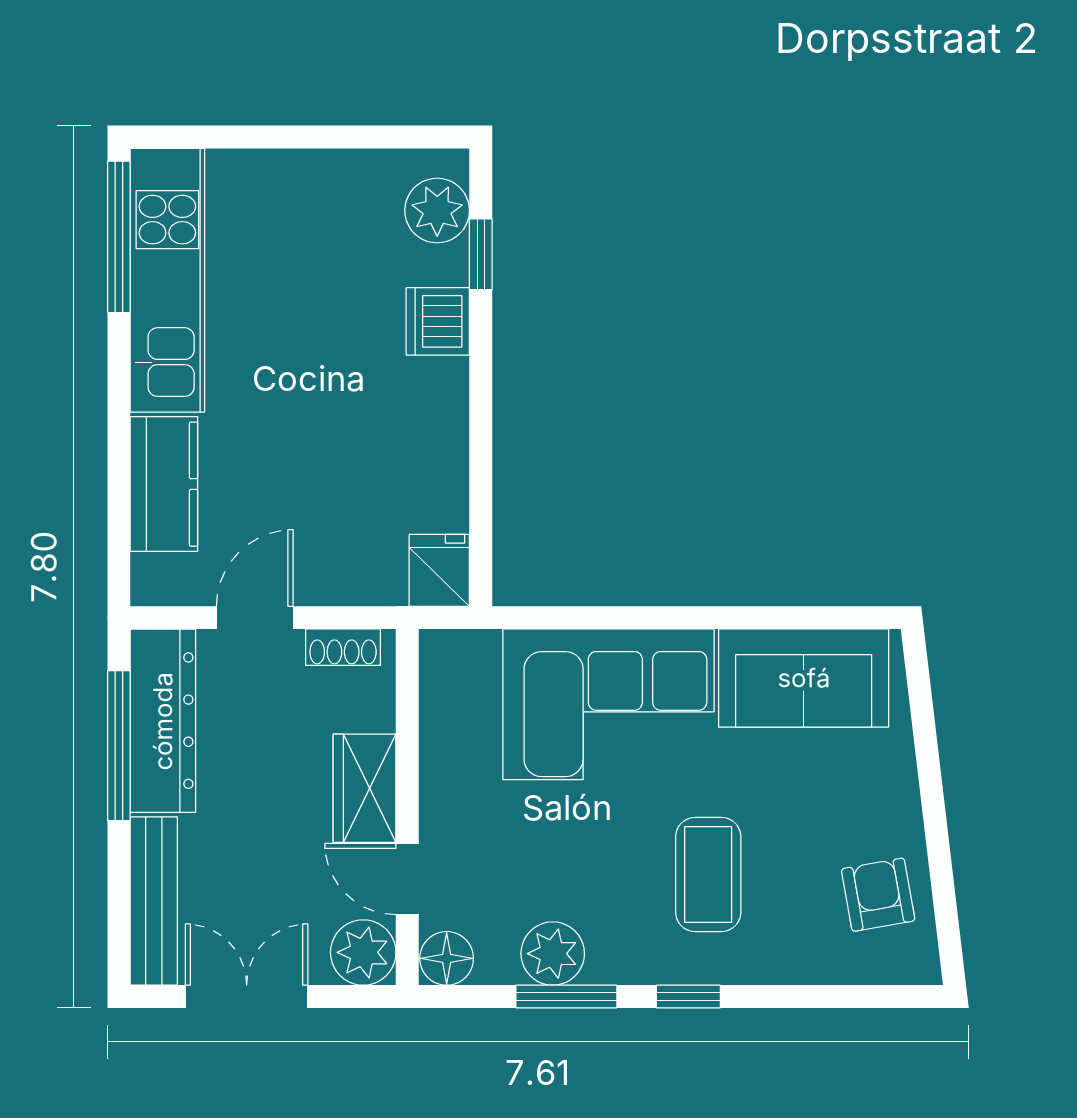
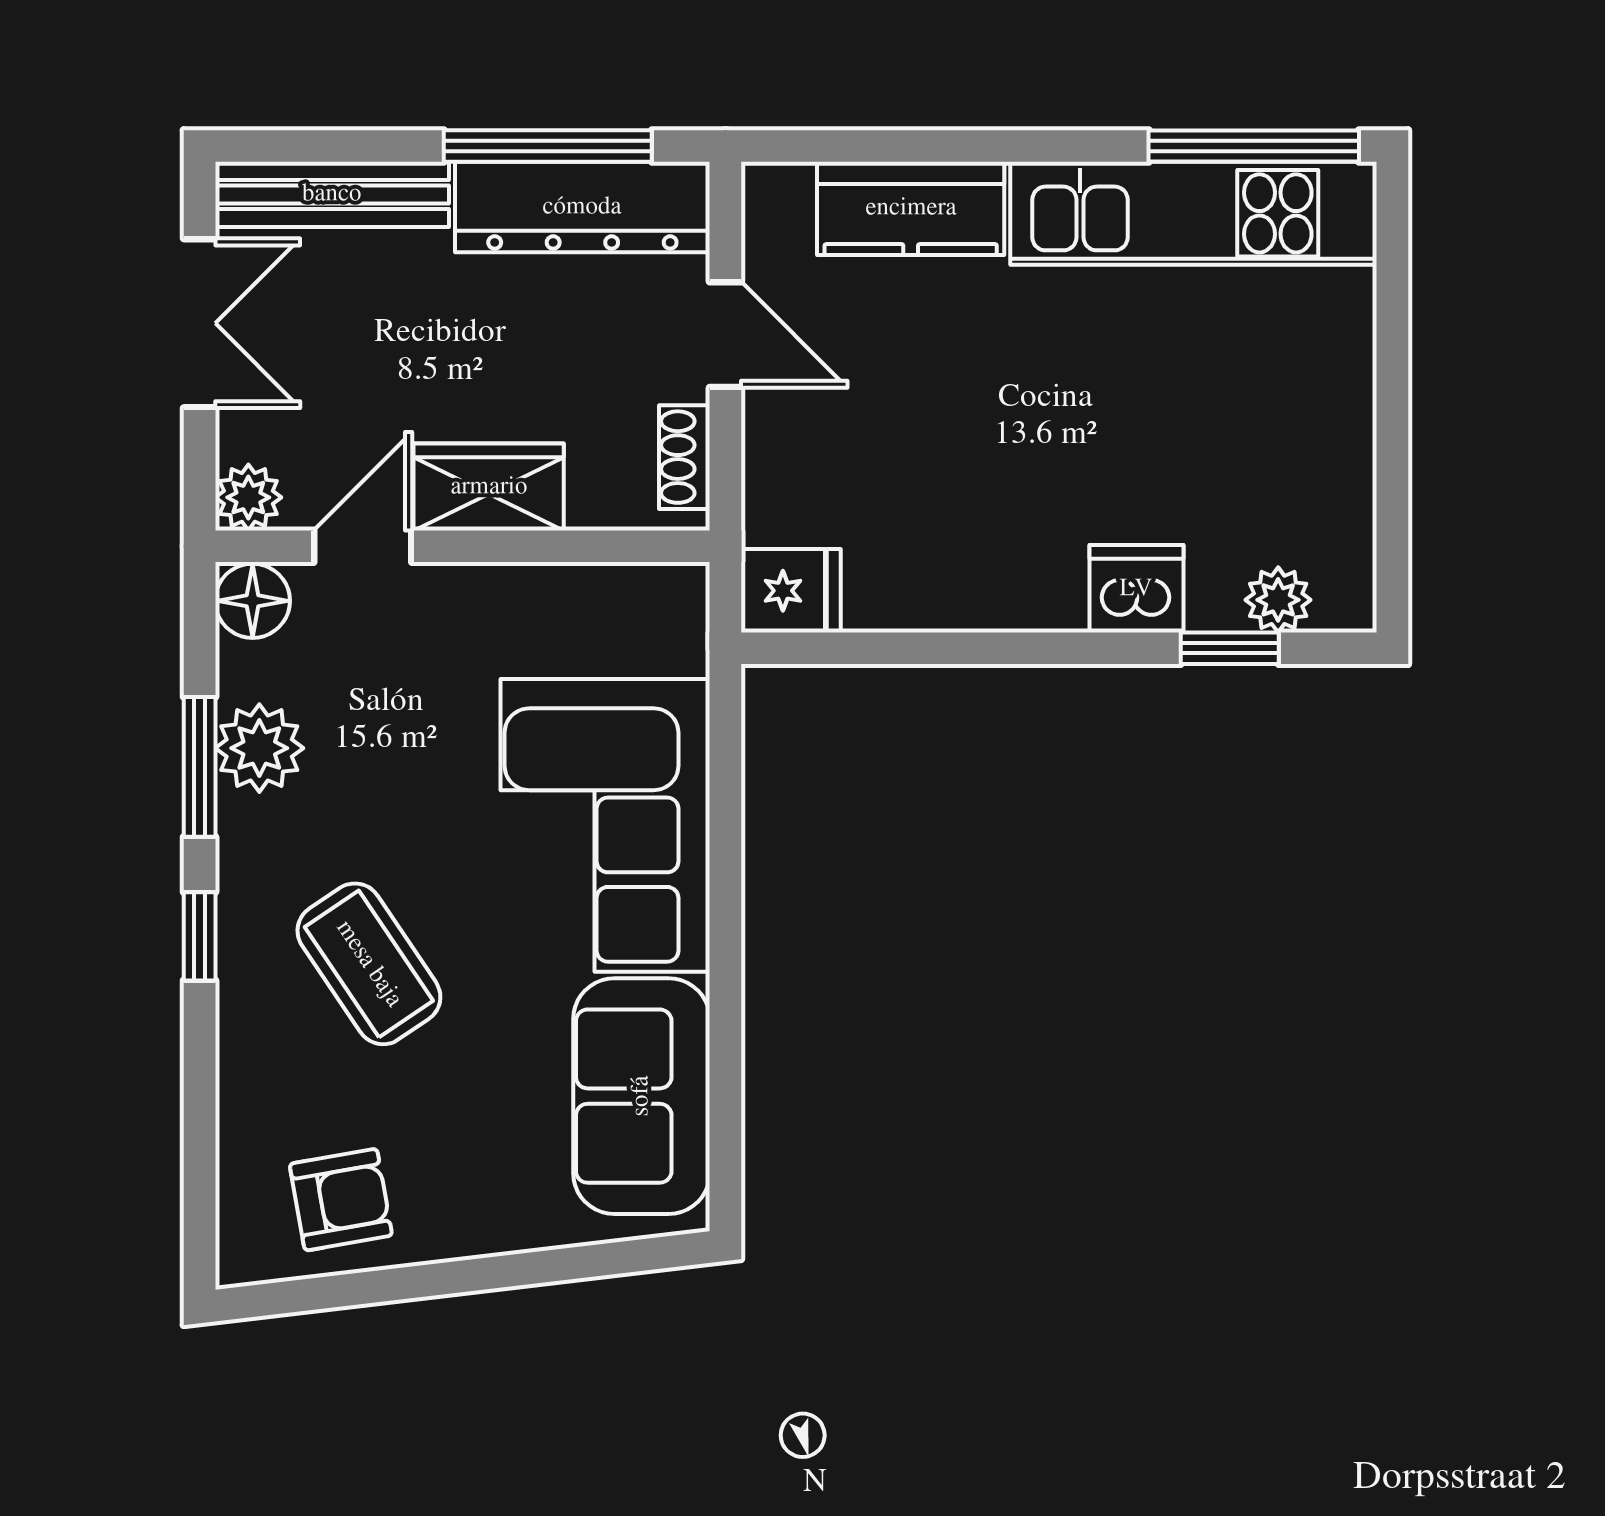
plant: (437, 211) -> (1278, 600), width x0.73, depth x0.73
coffee table: (708, 874) -> (369, 964), turned 56
plant: (363, 952) -> (248, 497), width x0.73, depth x0.73

